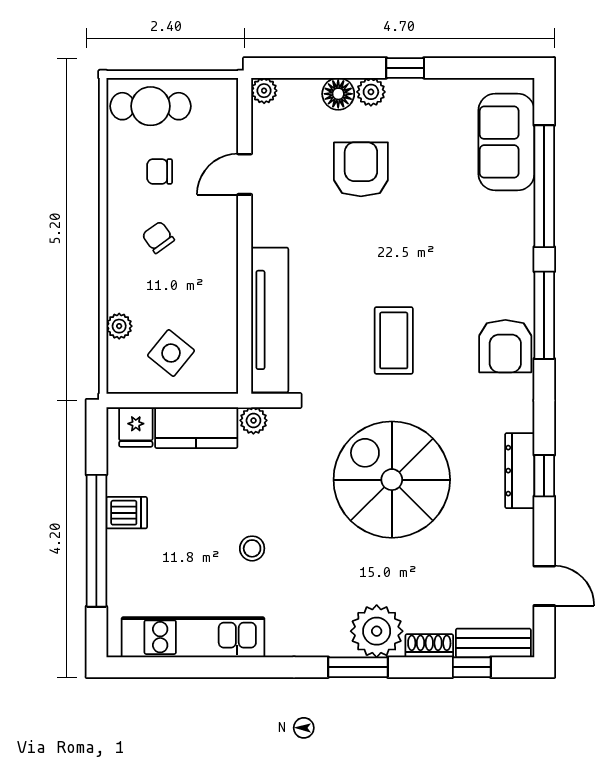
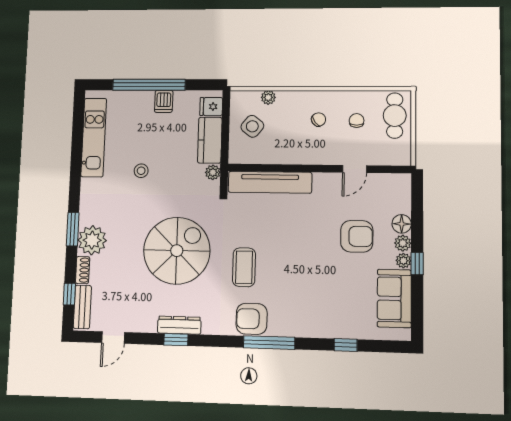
plant: (264, 91) -> (403, 261), moved
sofa: (506, 142) -> (394, 298), moved, turned -90
door: (245, 174) -> (355, 169), swing flipped
window: (544, 186) -> (346, 345), width x0.32
coffee table: (394, 340) -> (244, 267), moved, turned 90

